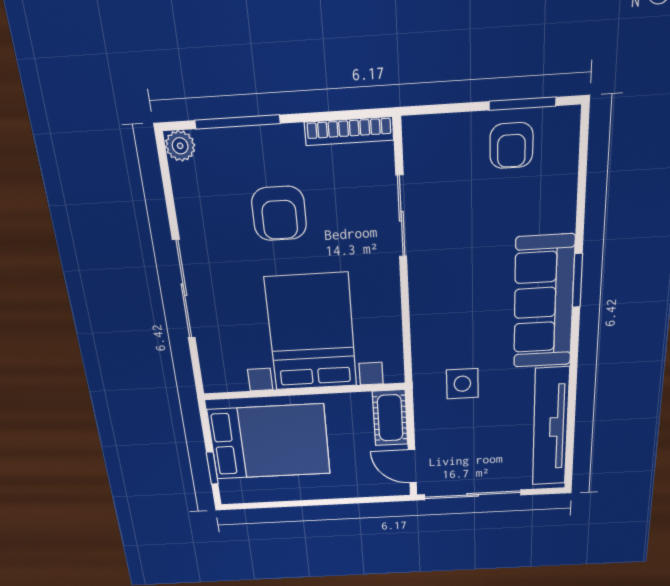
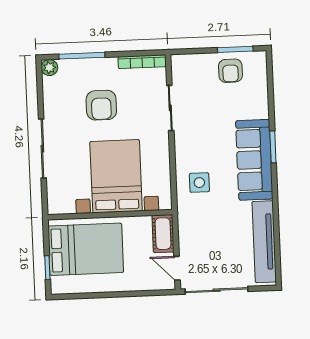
side table: (462, 384) -> (199, 183), moved

